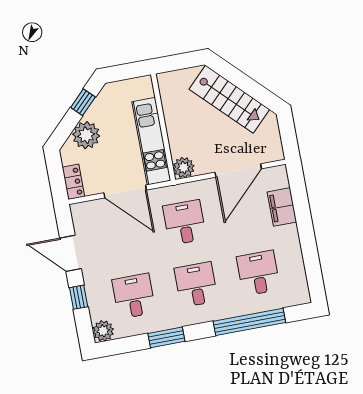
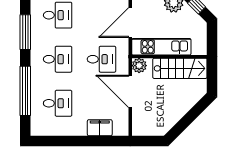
stairs: (229, 99) -> (180, 68), moved, turned -135
door: (238, 170) -> (130, 91), moved
window: (166, 337) -> (25, 32), width x1.44

